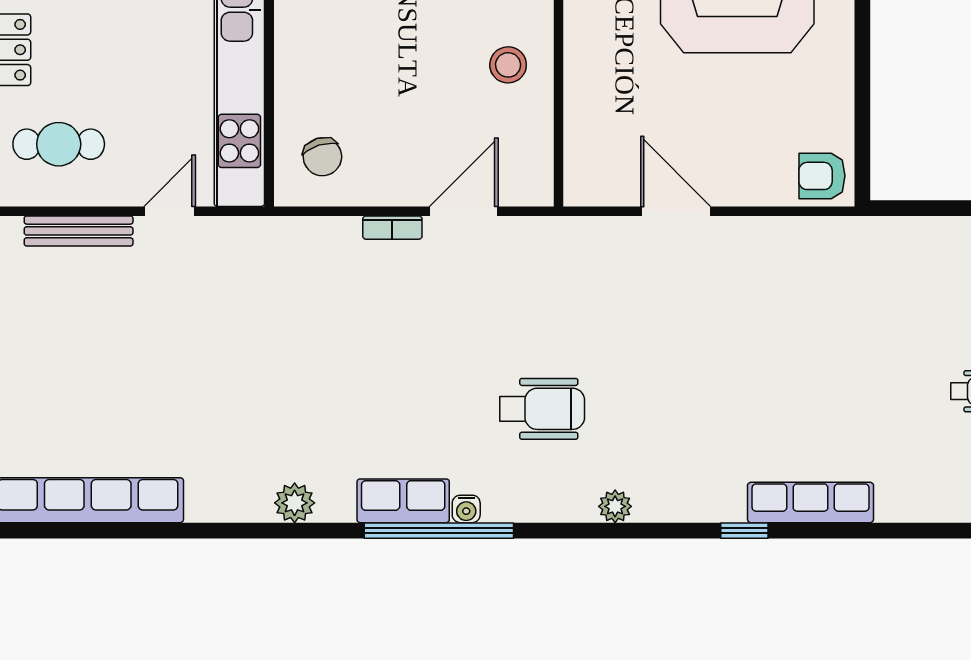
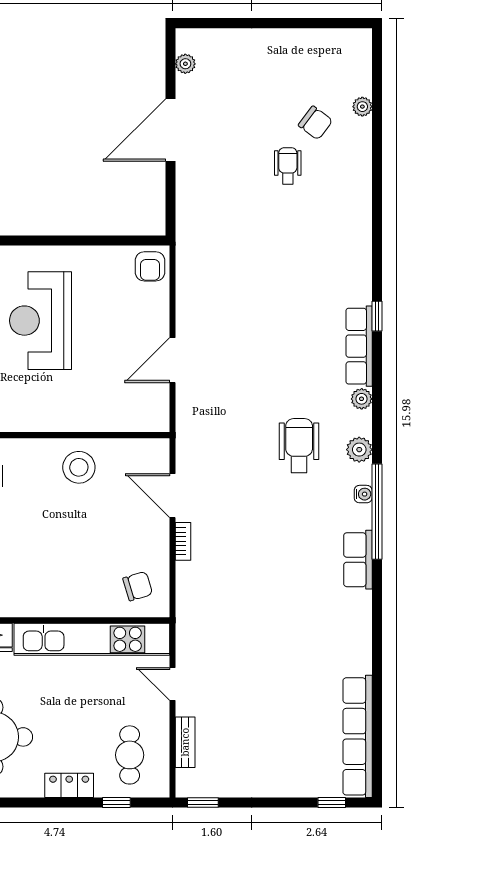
stool: (508, 65) -> (79, 467), width x1.38, depth x1.38
bench: (79, 231) -> (185, 742), width x0.73
row of seats: (403, 501) -> (358, 560), moved
row of seats: (811, 502) -> (359, 346), moved
plant: (295, 503) -> (359, 450), moved

